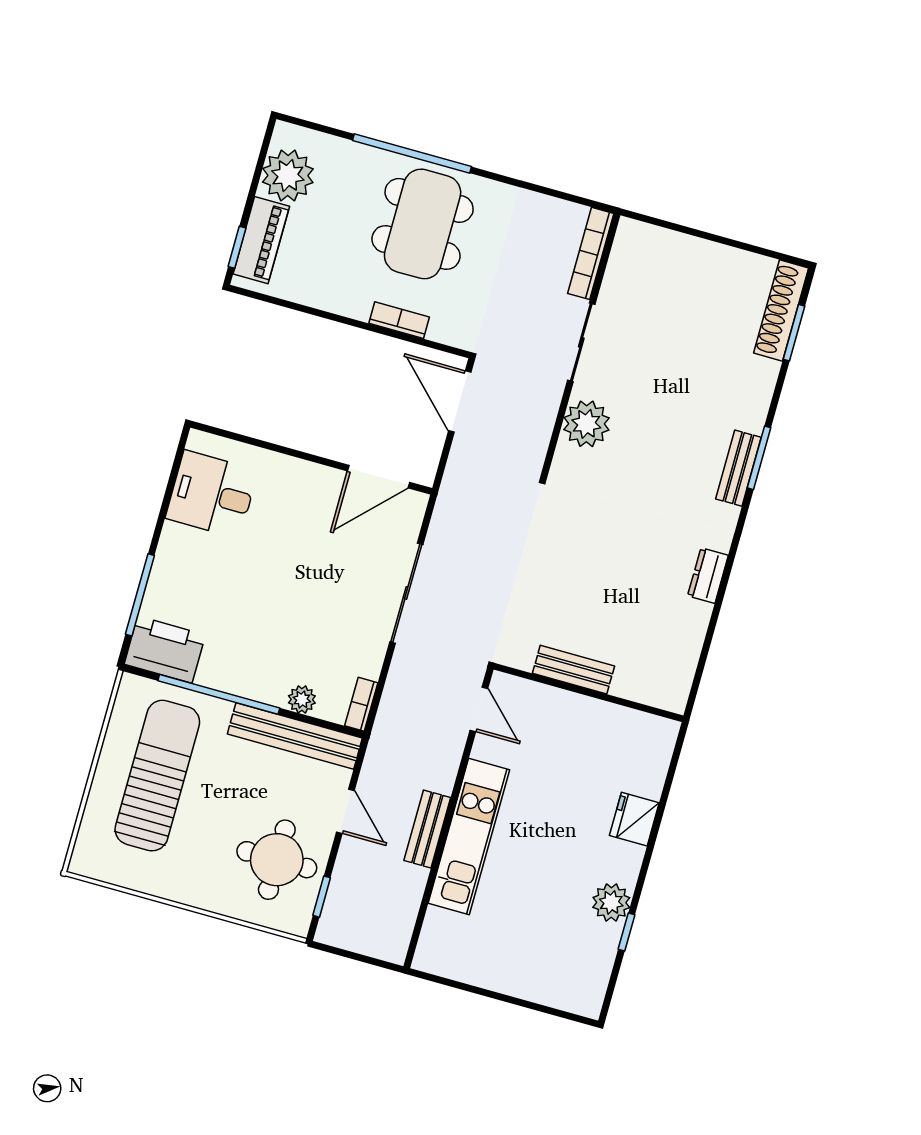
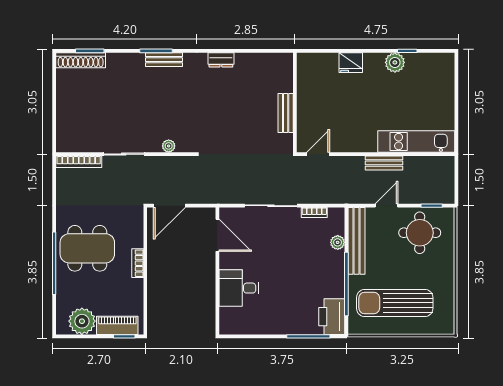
bookcase: (399, 320) -> (138, 263), moved
plant: (586, 424) -> (169, 146), width x0.53, depth x0.53
desk: (212, 494) -> (239, 288), moved, turned 90
bookcase: (361, 704) -> (314, 213), moved
kitchen unit: (469, 837) -> (416, 142), moved

